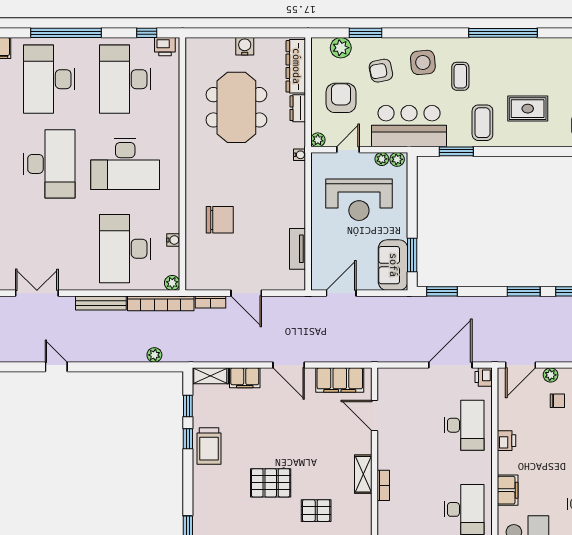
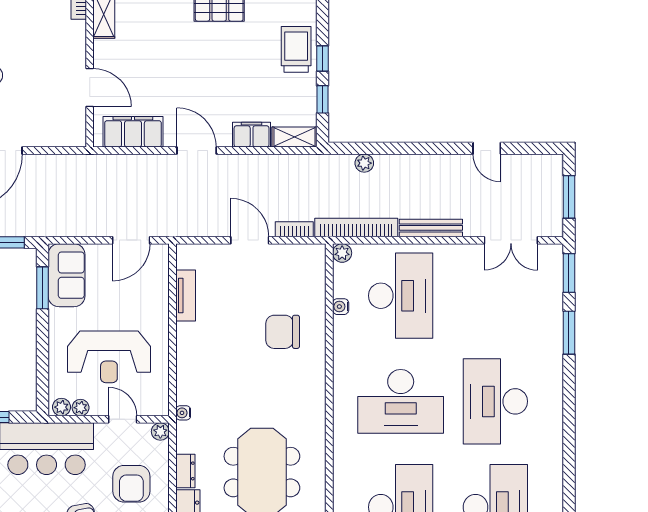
door: (348, 150) -> (123, 419), swing flipped
desk: (125, 164) -> (401, 401), turned 180
reception desk: (359, 200) -> (109, 357), turned 180

